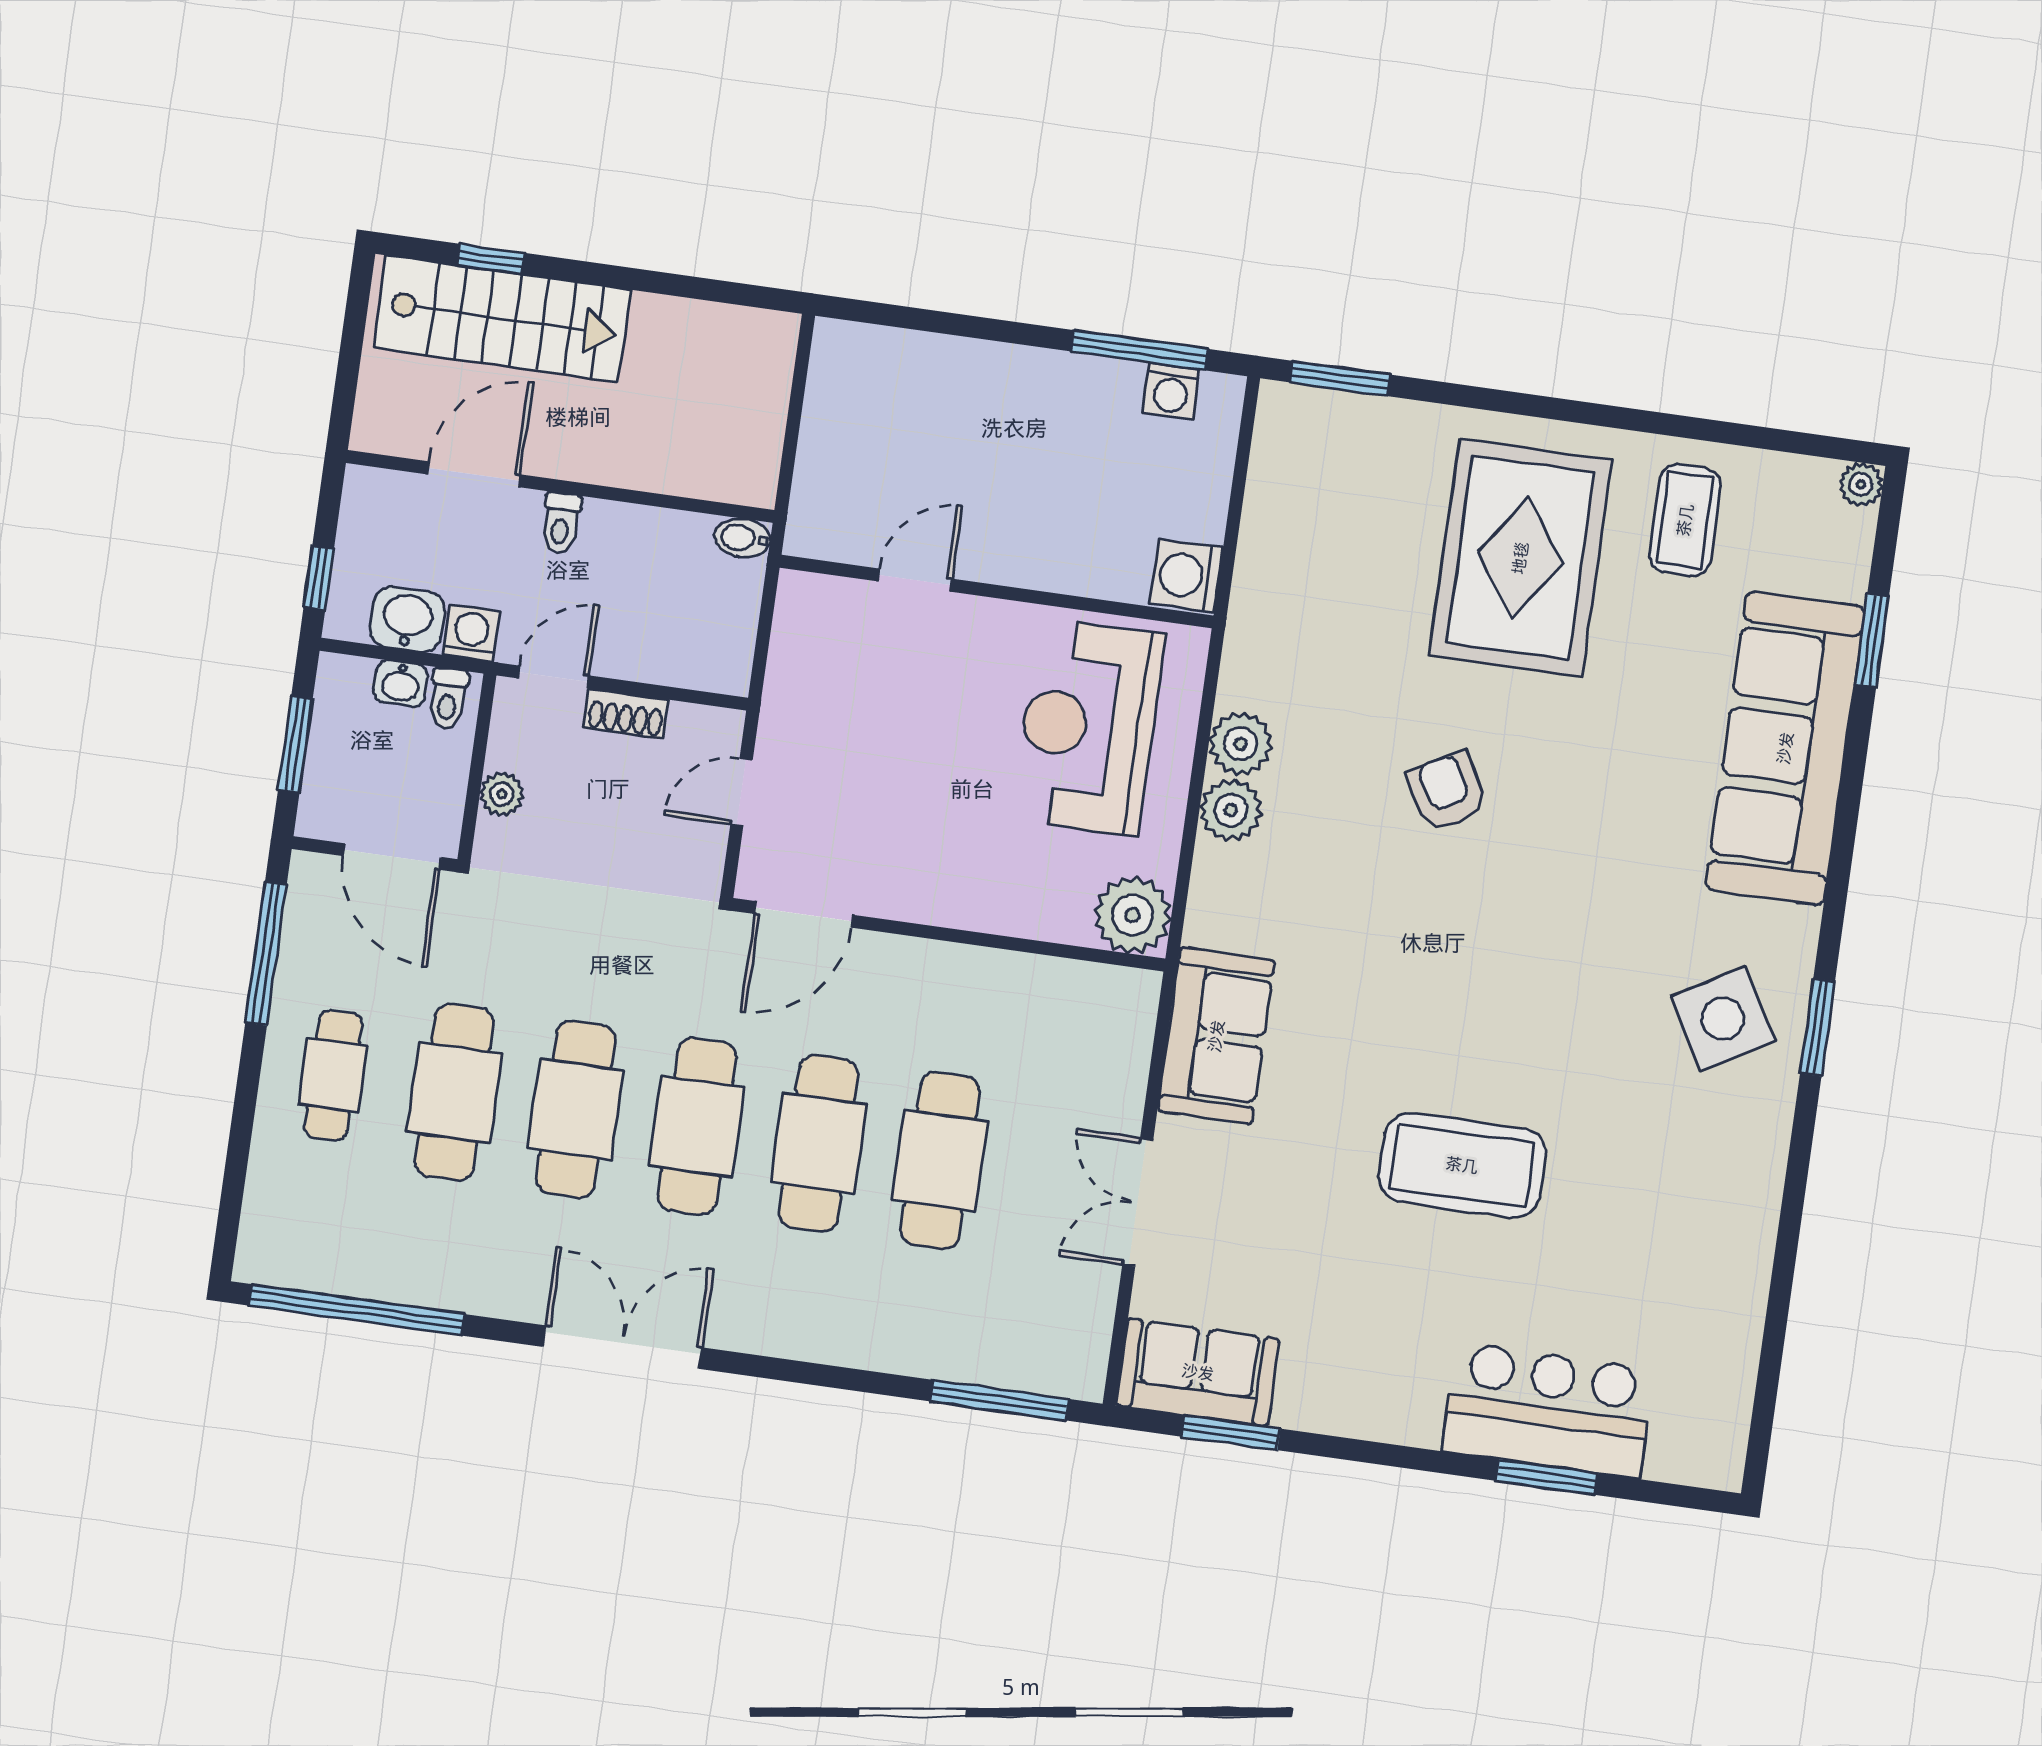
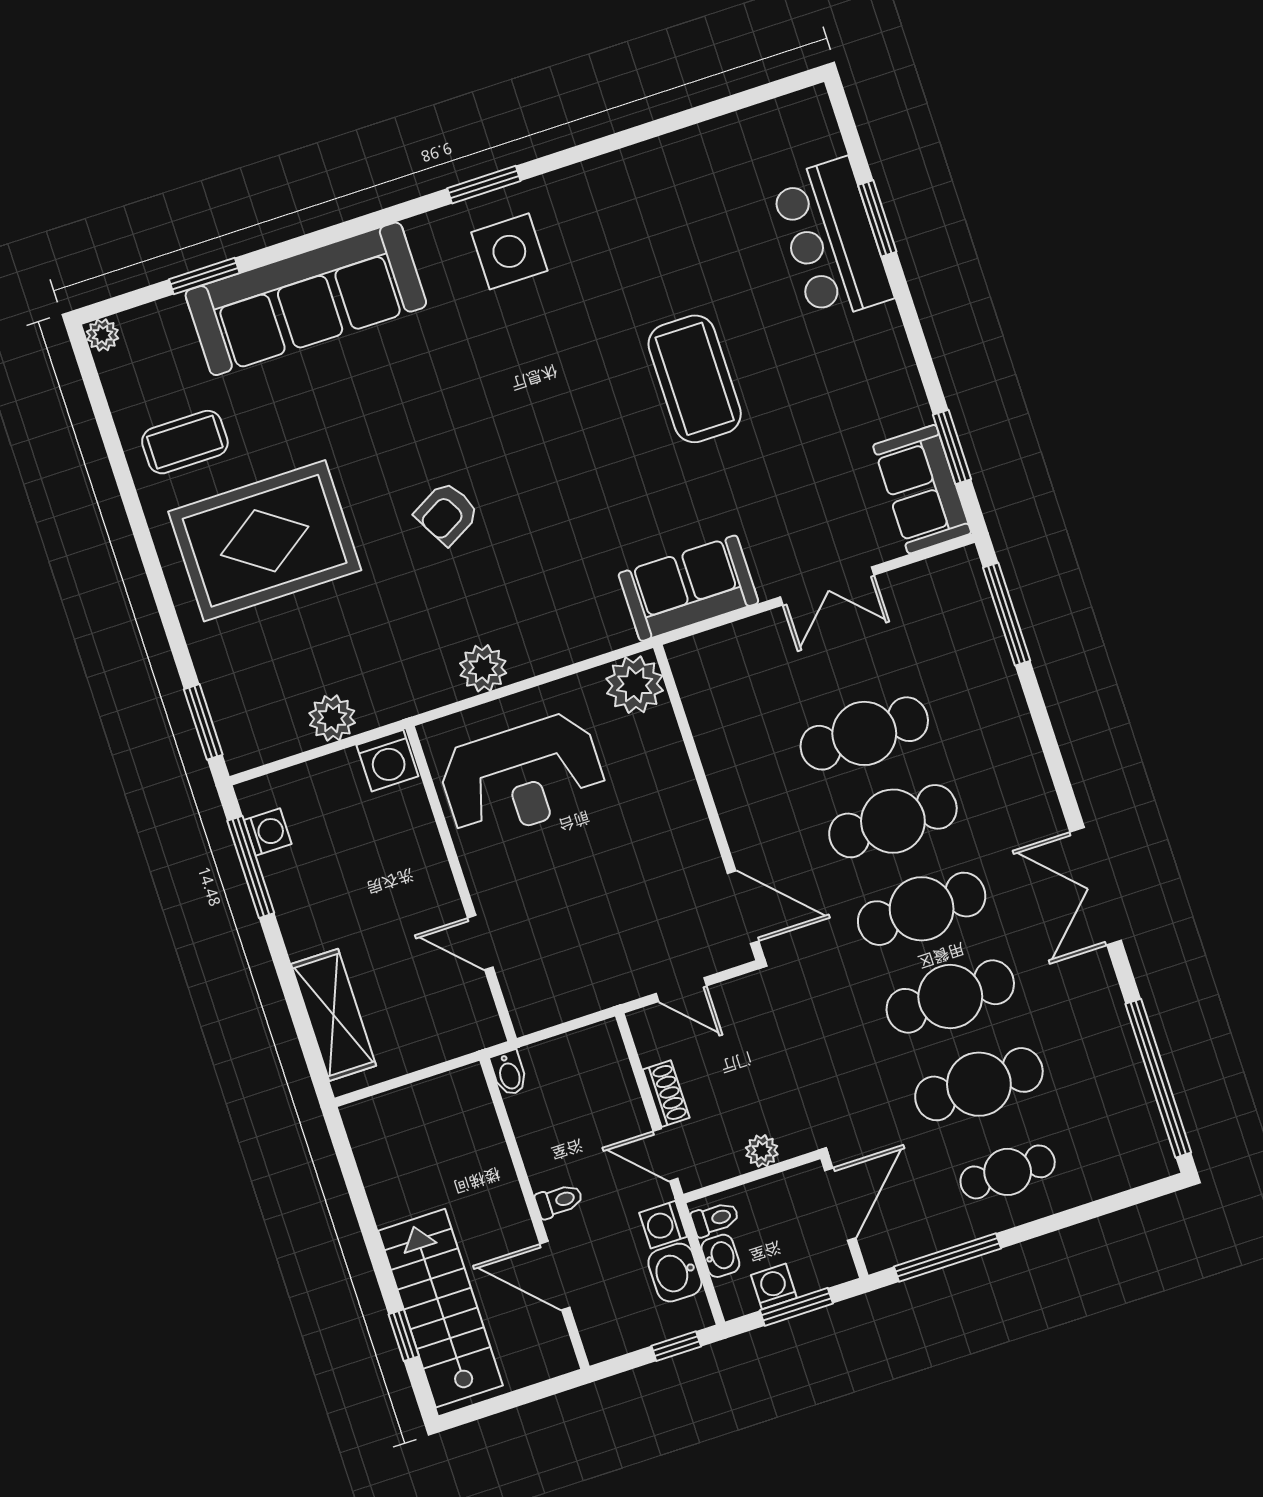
shelving: (914, 363) -> (334, 1015), added
washing machine: (333, 729) -> (774, 1286), added
plant: (1231, 810) -> (332, 718), moved
side table: (1723, 1019) -> (509, 251), turned 30

